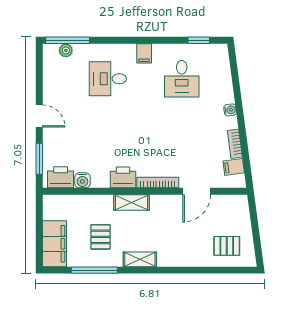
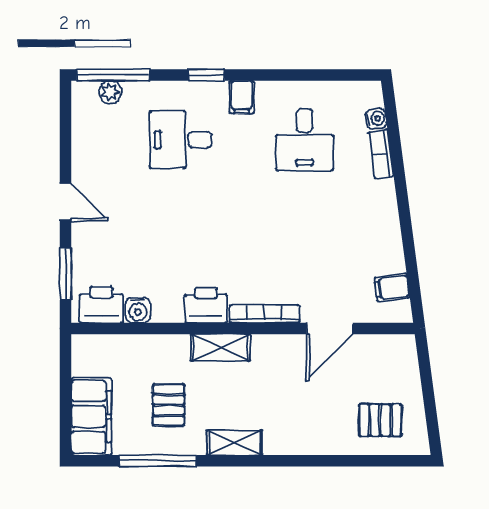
window: (199, 40) -> (206, 75), moved
water cooler: (230, 110) -> (376, 118), moved
bookcase: (235, 144) -> (381, 154), moved

